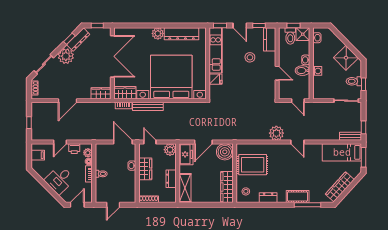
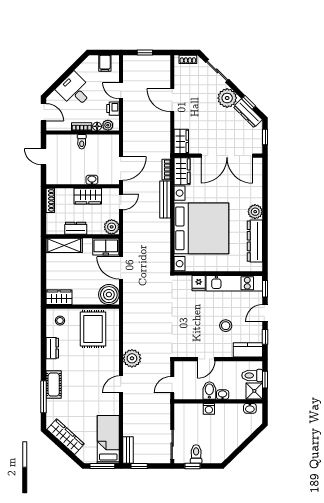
shower: (346, 58) -> (225, 444), removed
wardrobe: (227, 187) -> (59, 297), width x0.67

